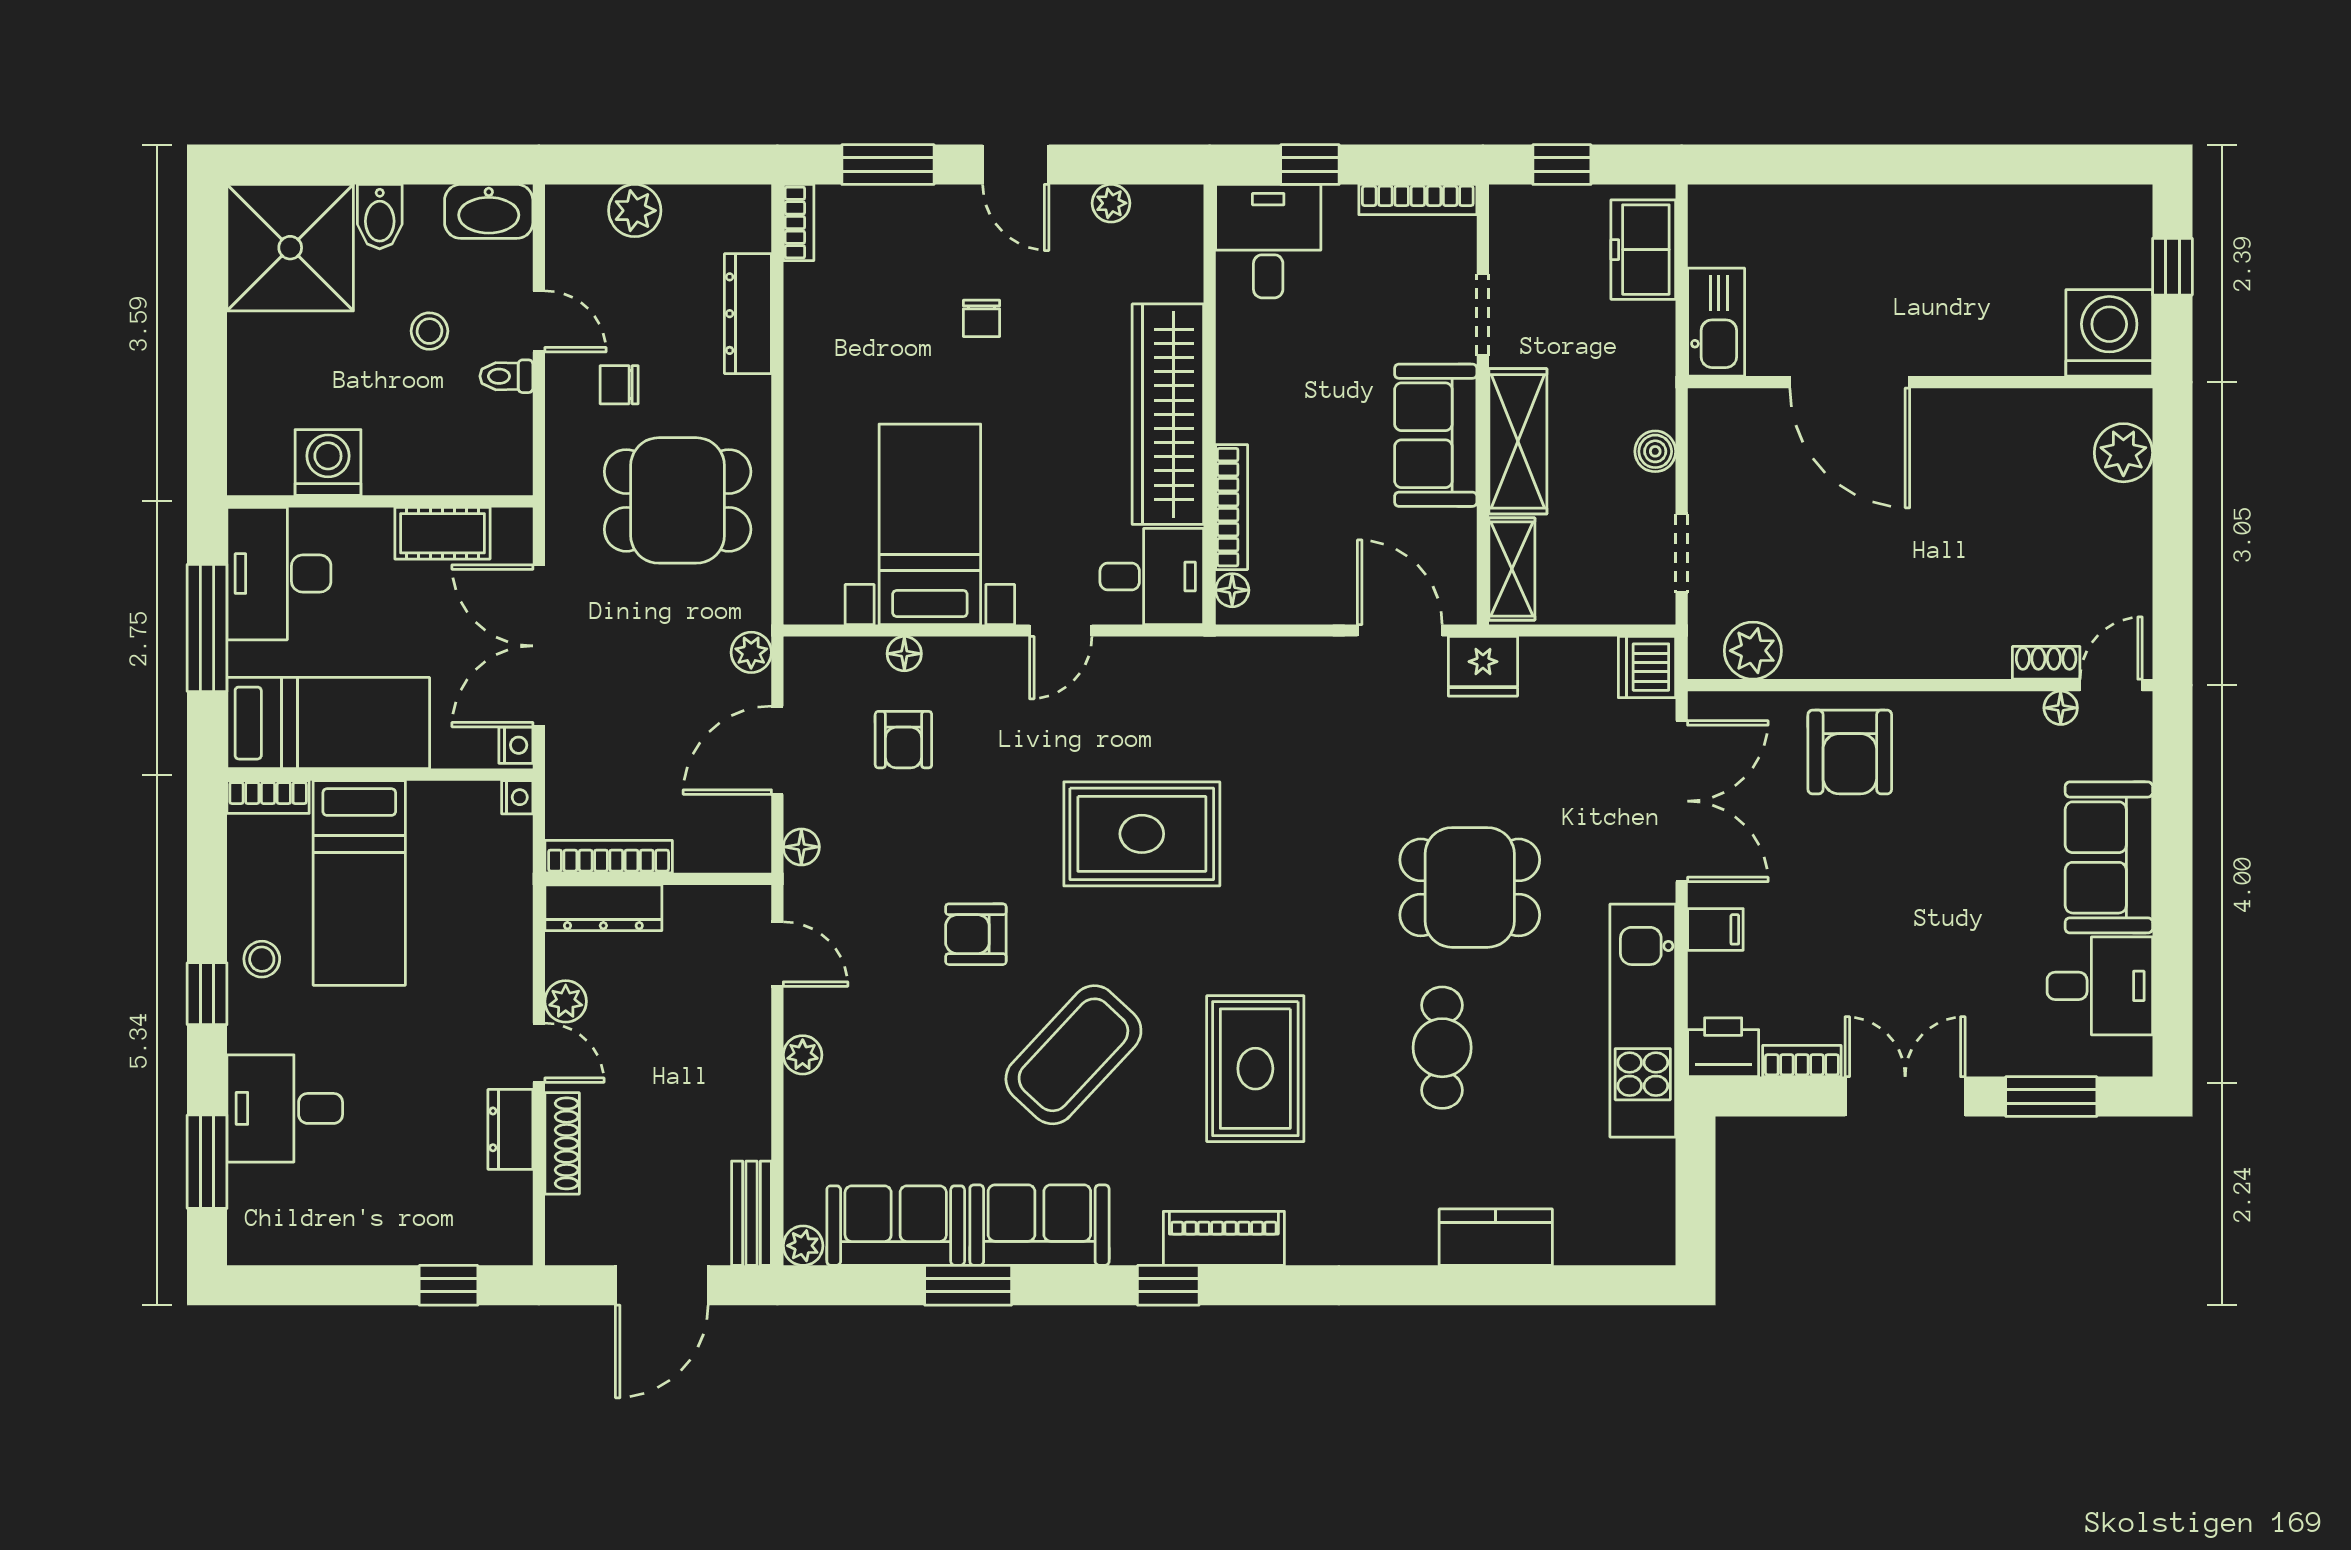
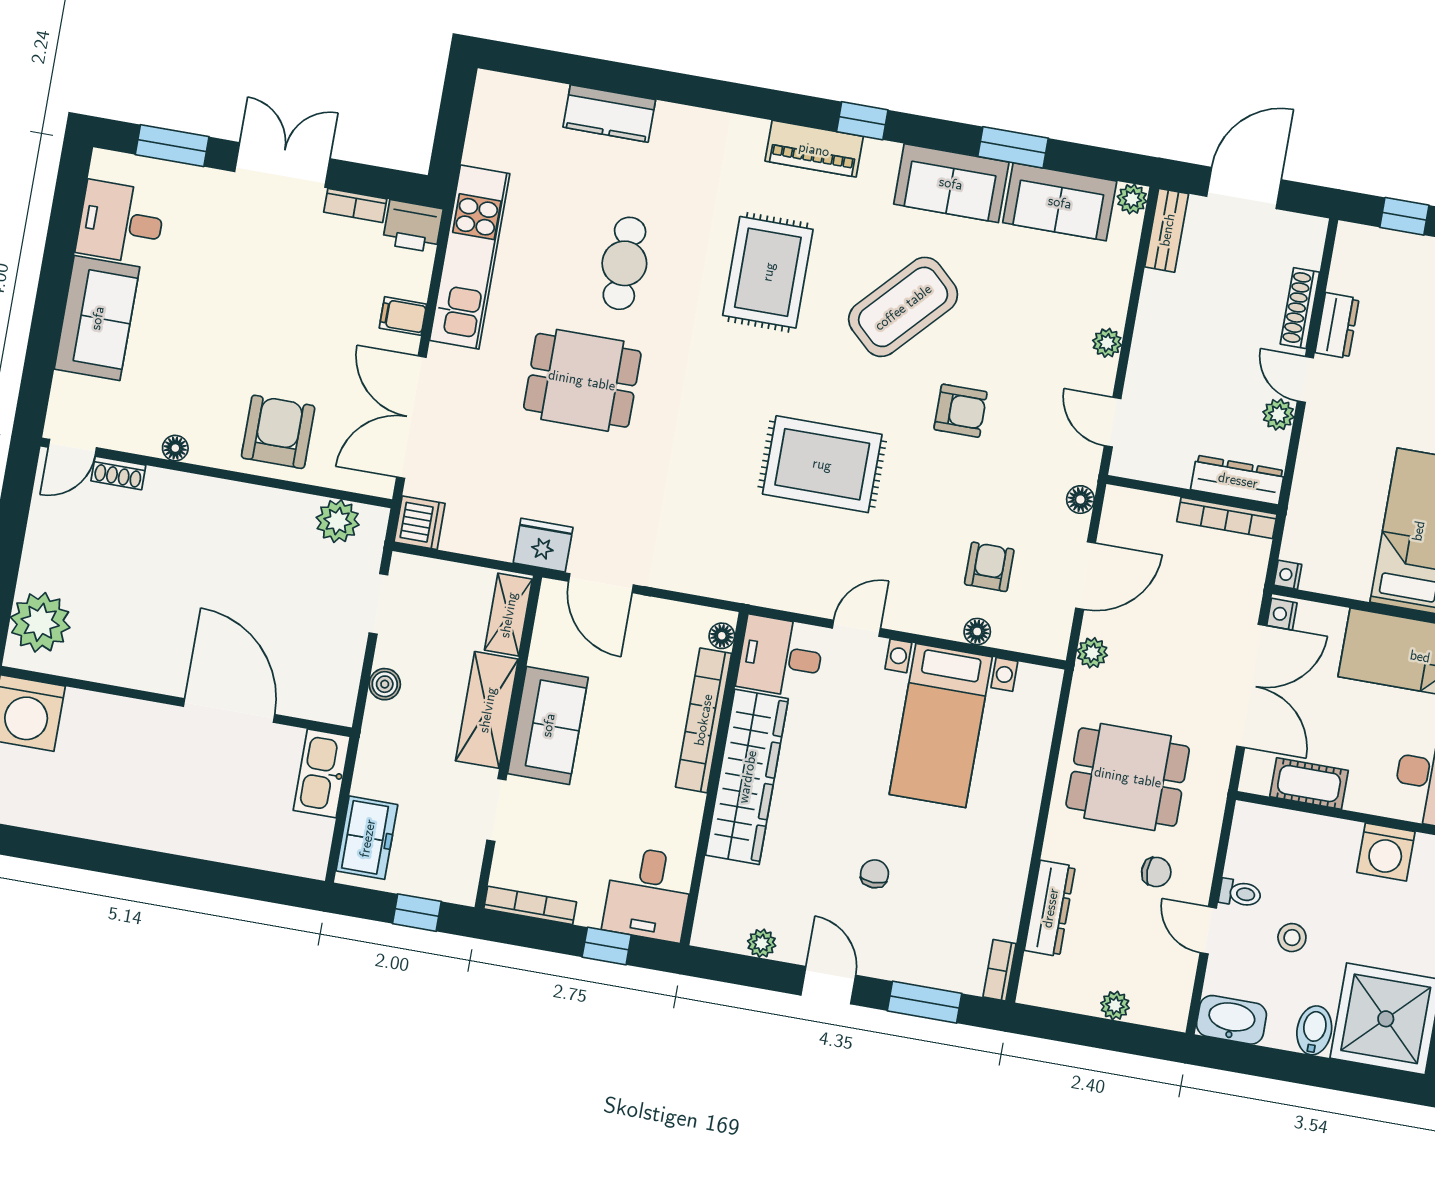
plant: (635, 211) -> (1115, 1005), width x0.73, depth x0.73
plant: (2123, 453) -> (40, 622), width x1.36, depth x1.36
bookcase: (1232, 507) -> (703, 720), width x1.48, depth x1.31
floor lamp: (2061, 708) -> (175, 448), moved
double door: (1905, 1097) -> (282, 165), swing flipped

